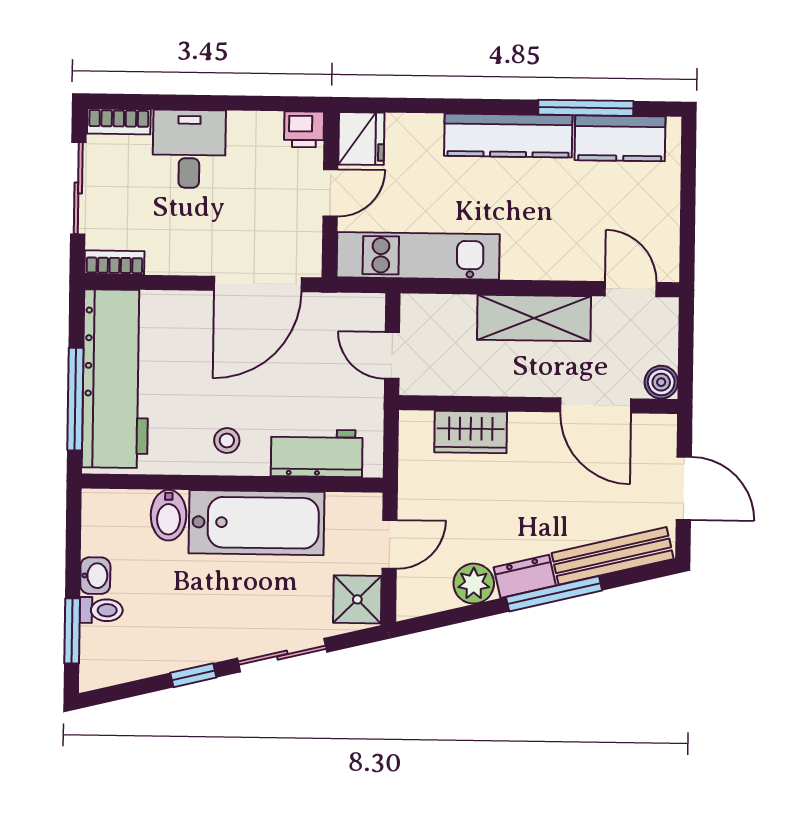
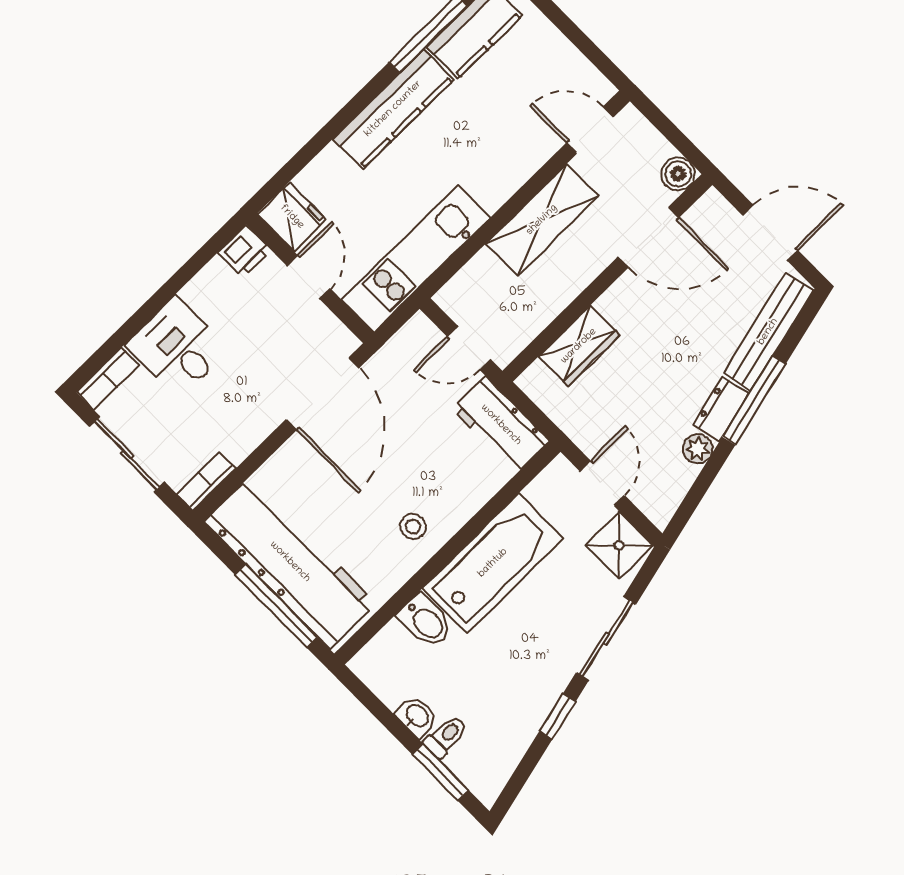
workbench: (317, 453) -> (501, 425), moved, turned -90
plant: (474, 584) -> (698, 449), width x0.73, depth x0.73

